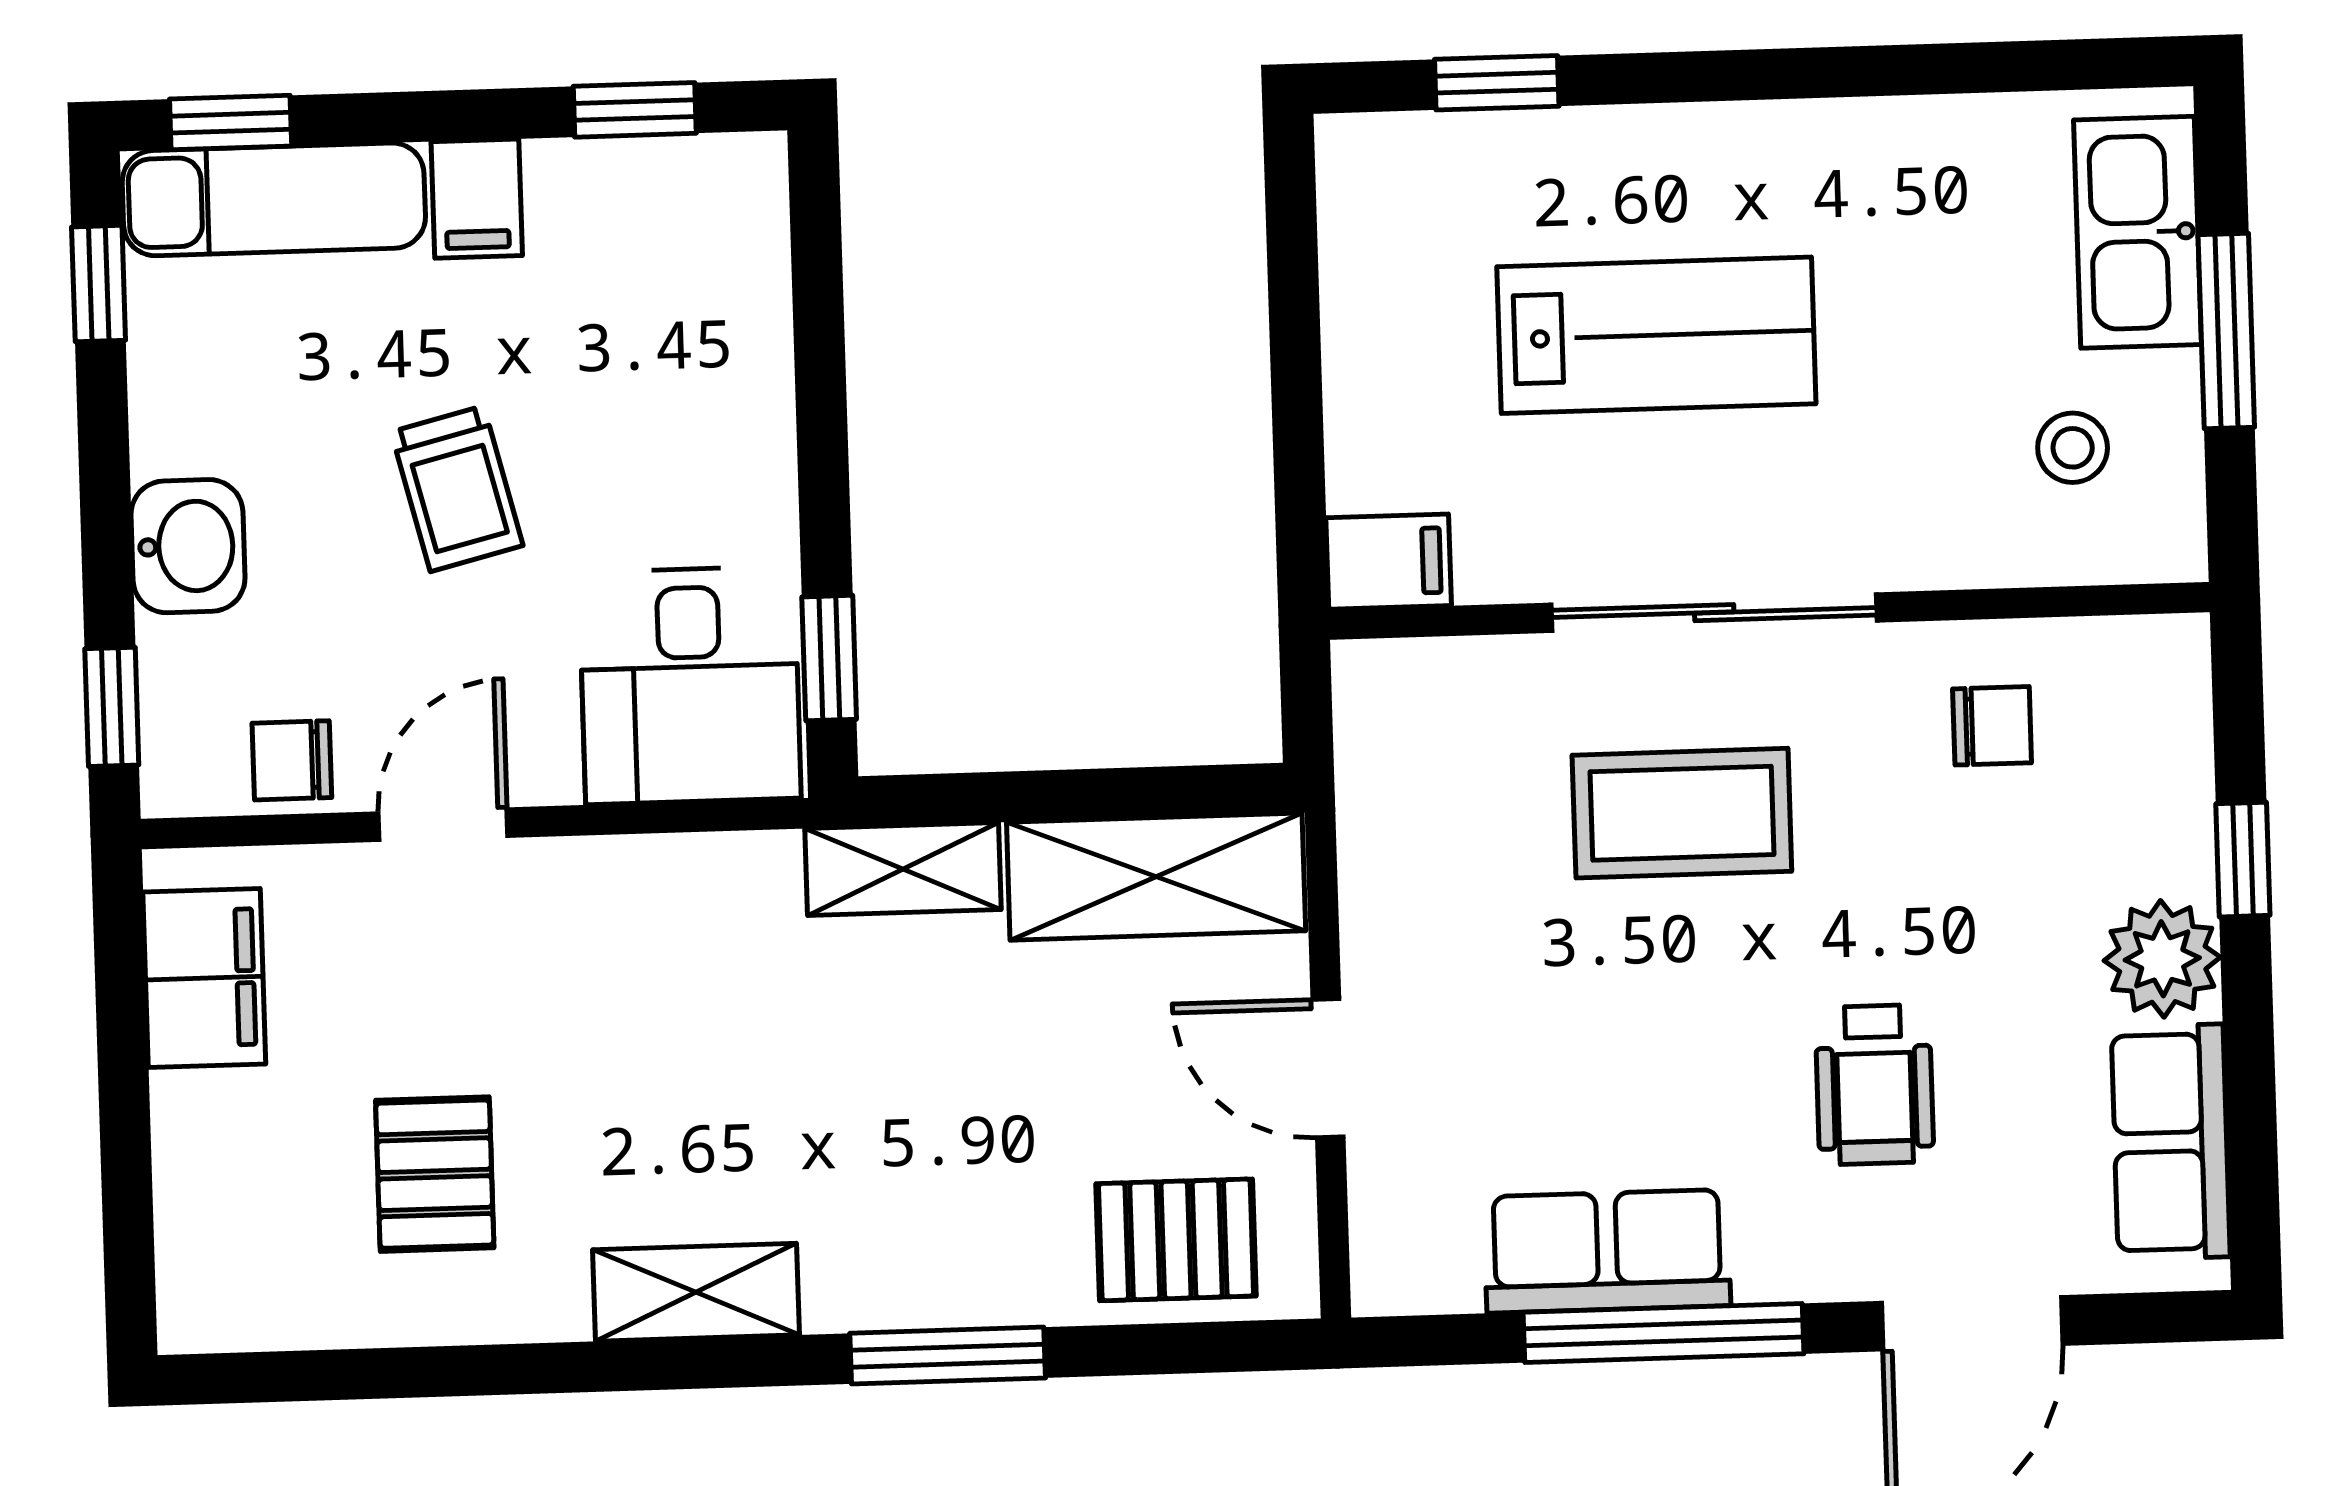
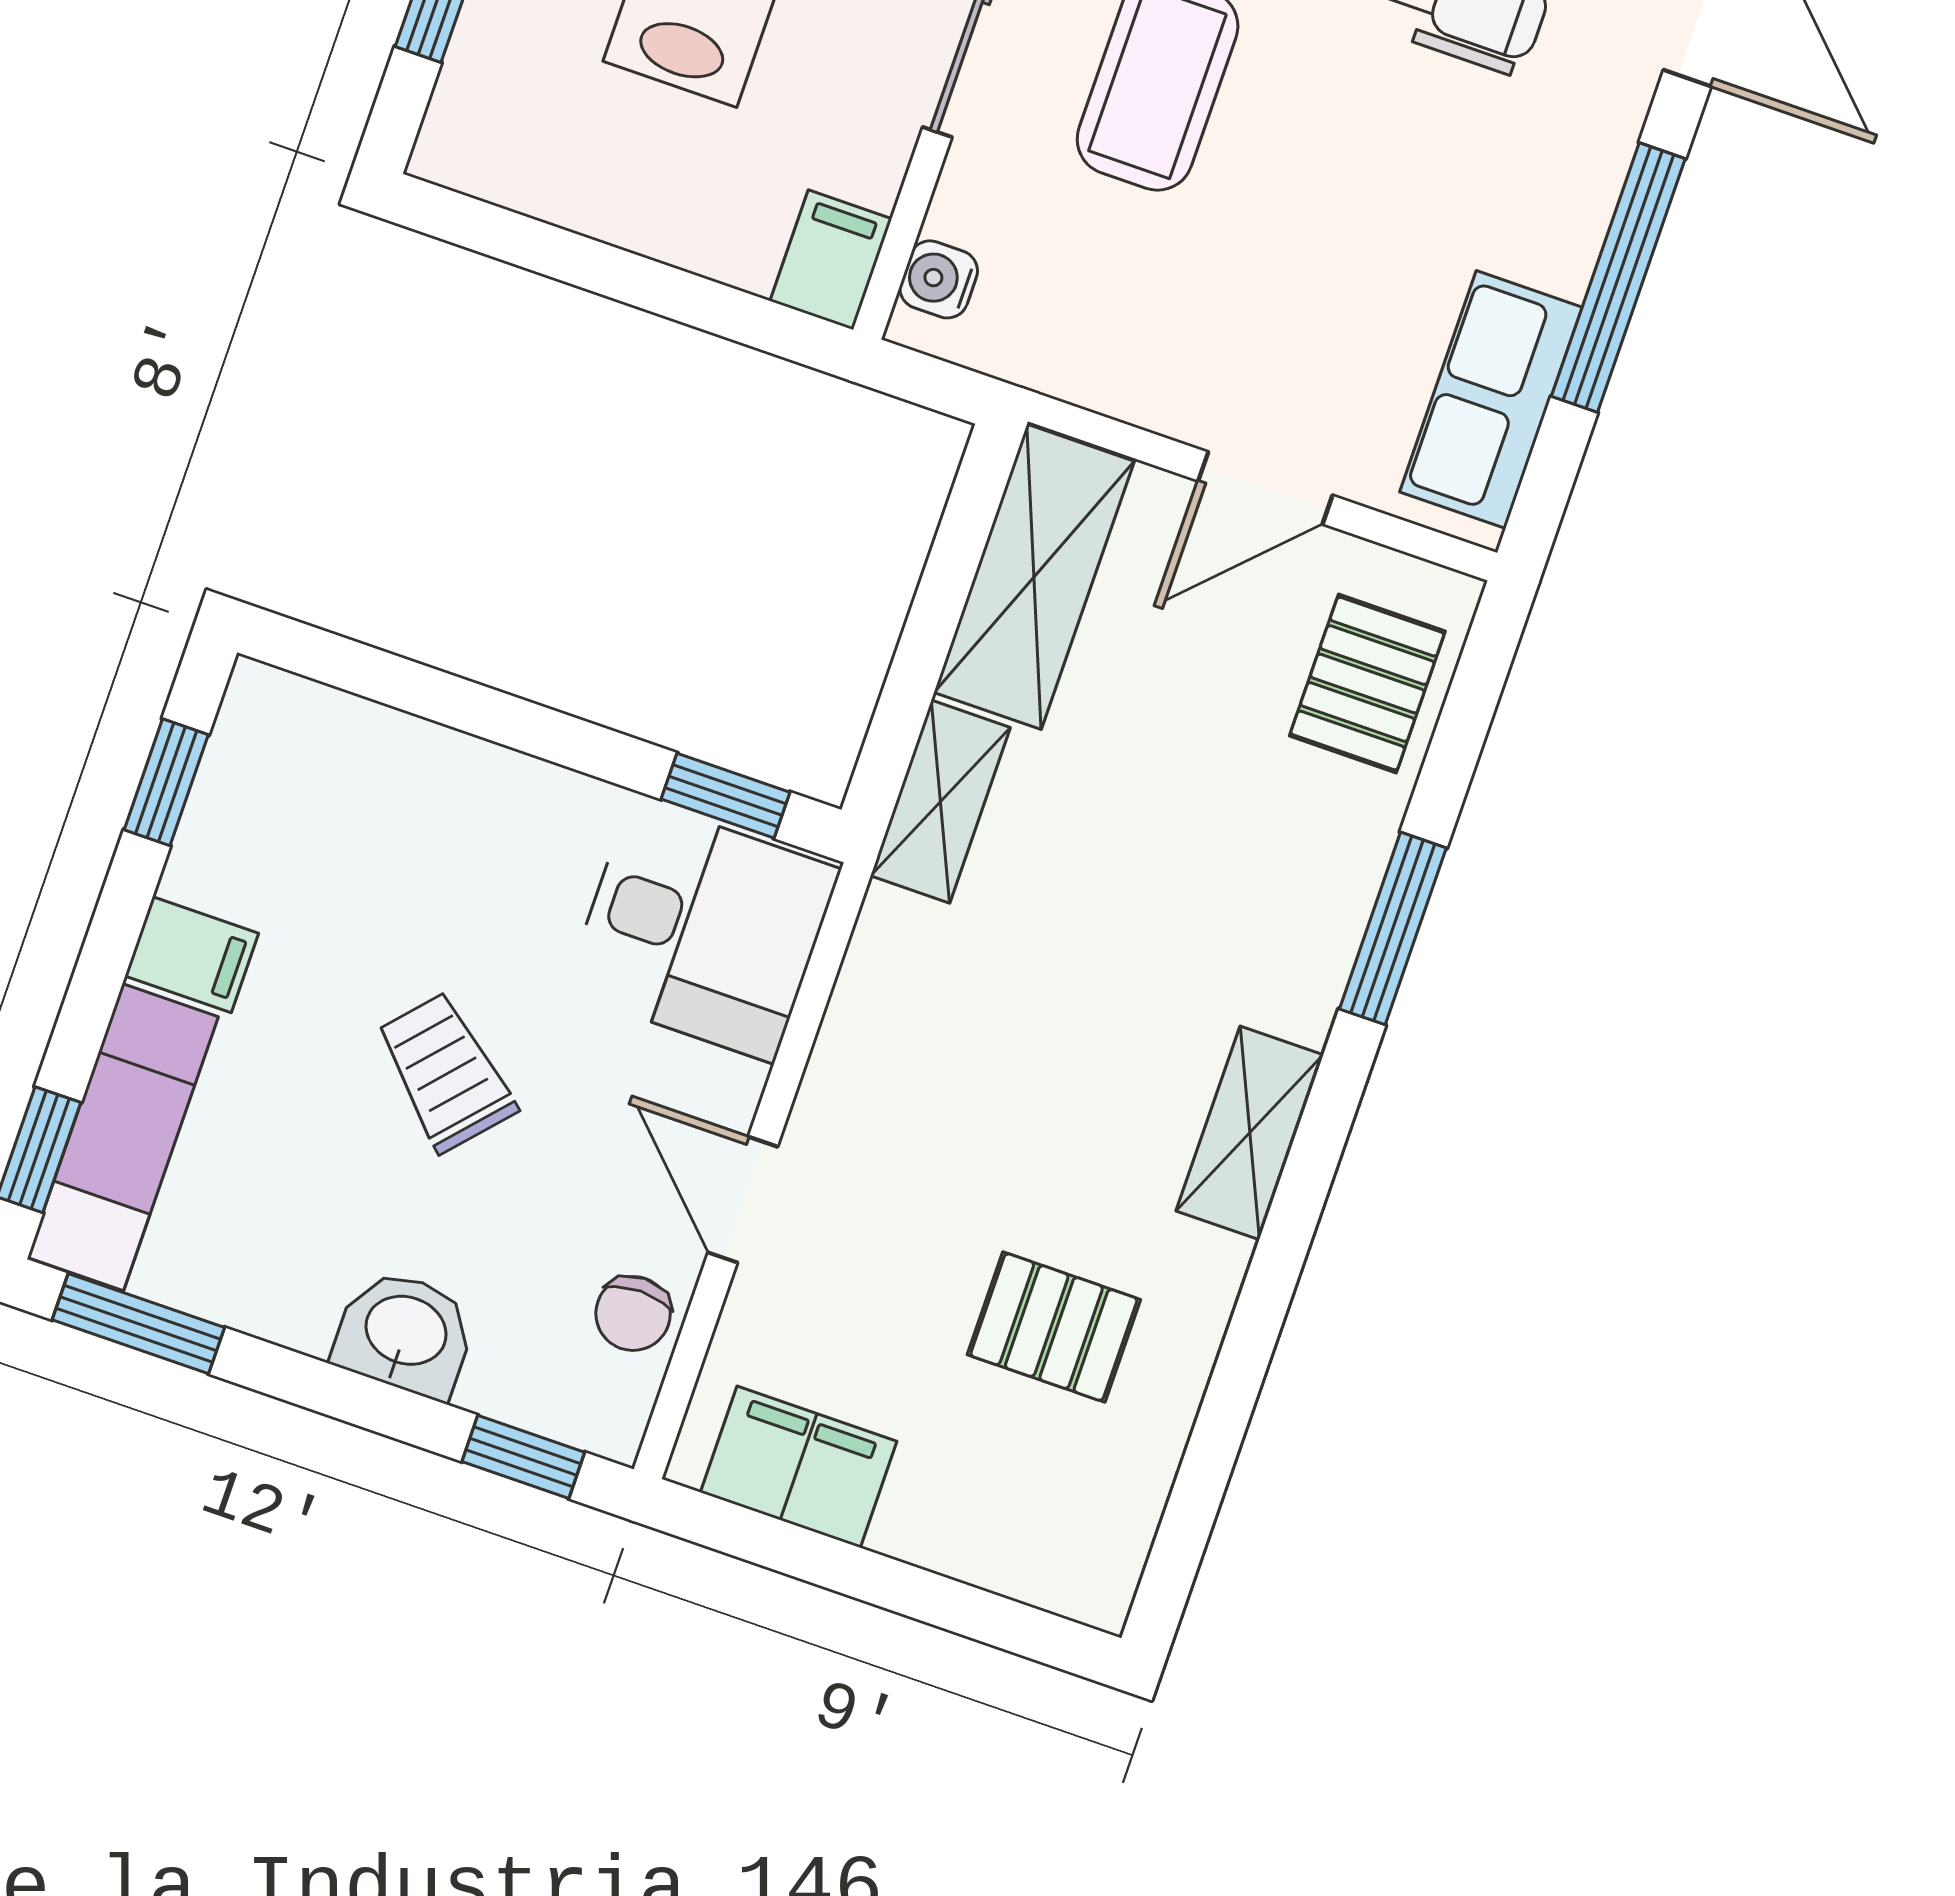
window: (99, 284) -> (138, 1324), width x1.50
trolley: (457, 489) -> (446, 1072), turned -124
water cooler: (1410, 674) -> (939, 279), added
row of seats: (1607, 1251) -> (1491, 400), moved

